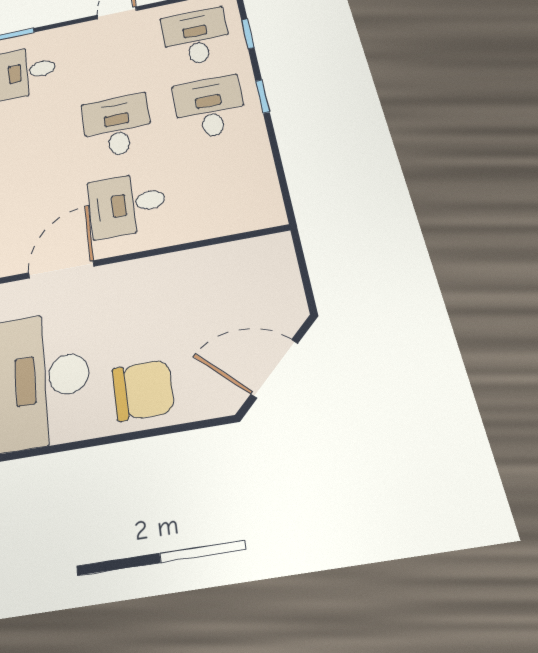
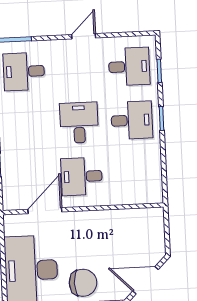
desk: (196, 37) -> (129, 67), turned 90
desk: (210, 107) -> (132, 120), turned 90

